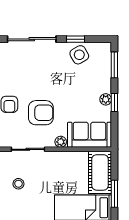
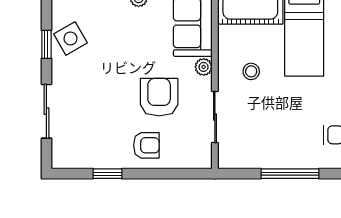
sliding door: (32, 39) -> (46, 111), width x0.73
stool: (18, 184) -> (251, 71), moved

